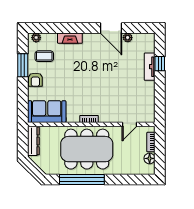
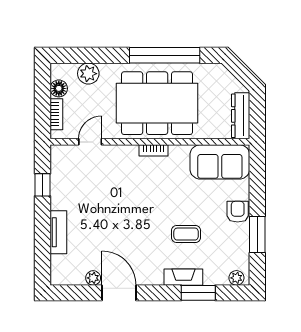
window: (61, 28) -> (198, 293), added
coffee table: (44, 56) -> (186, 234), moved
window: (160, 64) -> (43, 185), moved
plant: (131, 168) -> (88, 74), added

